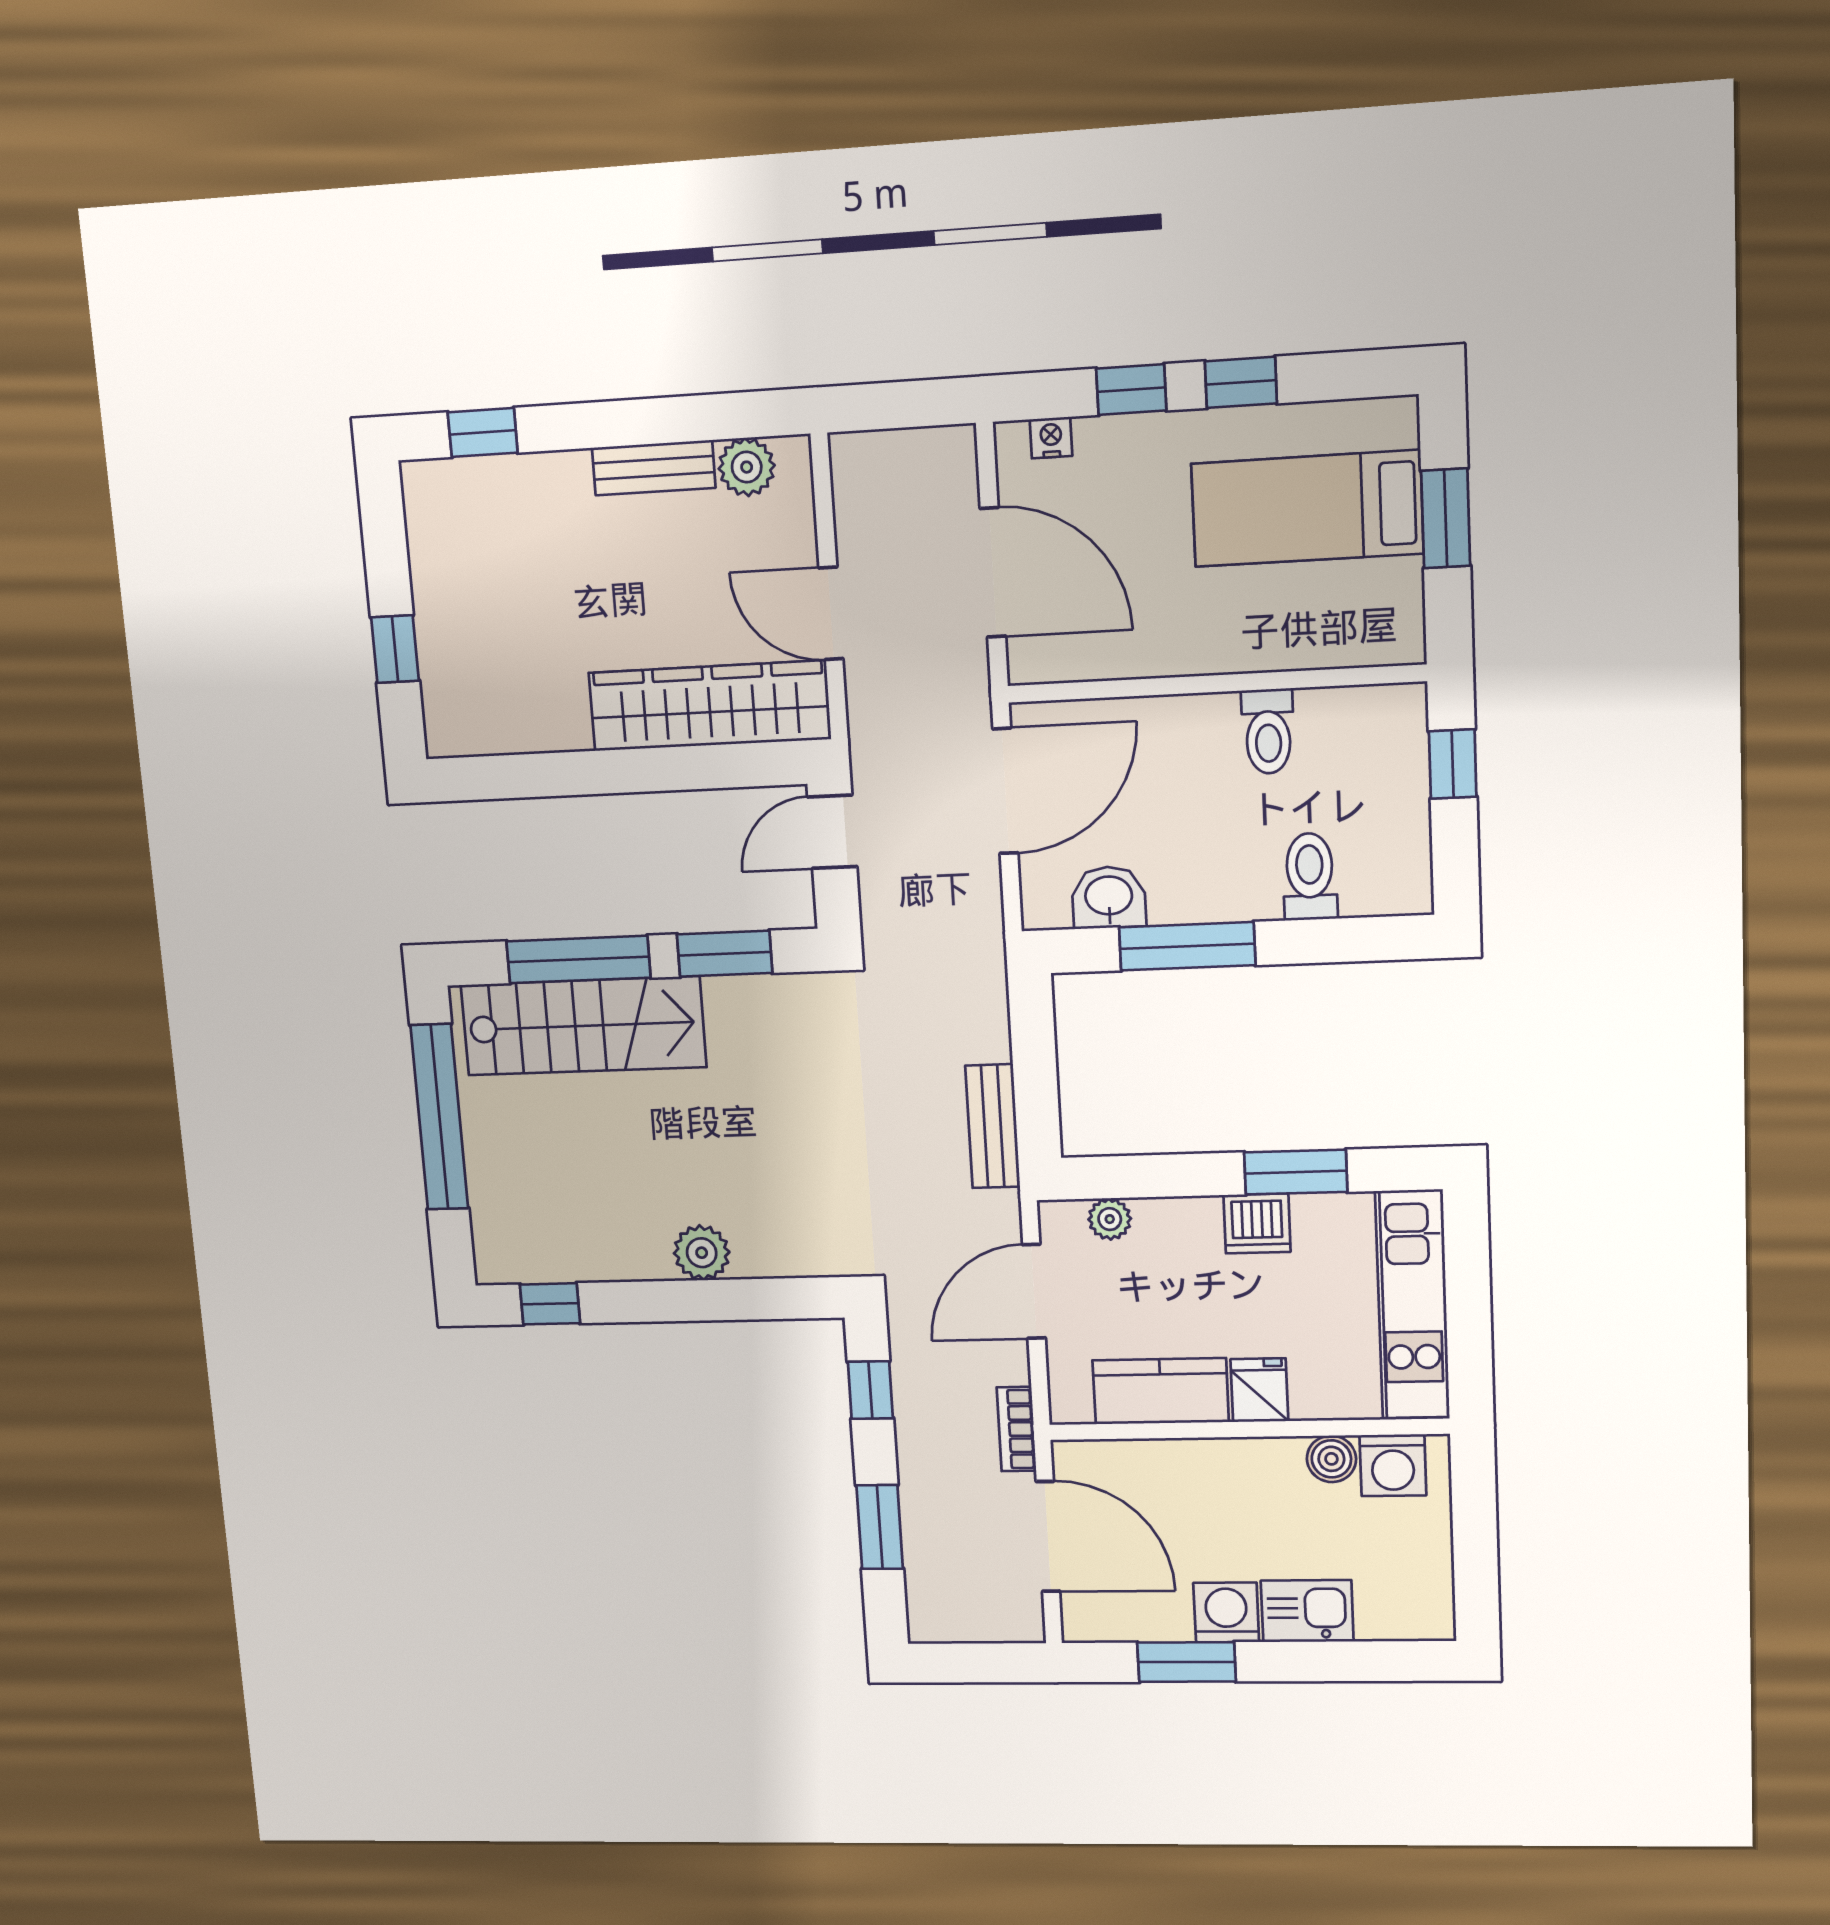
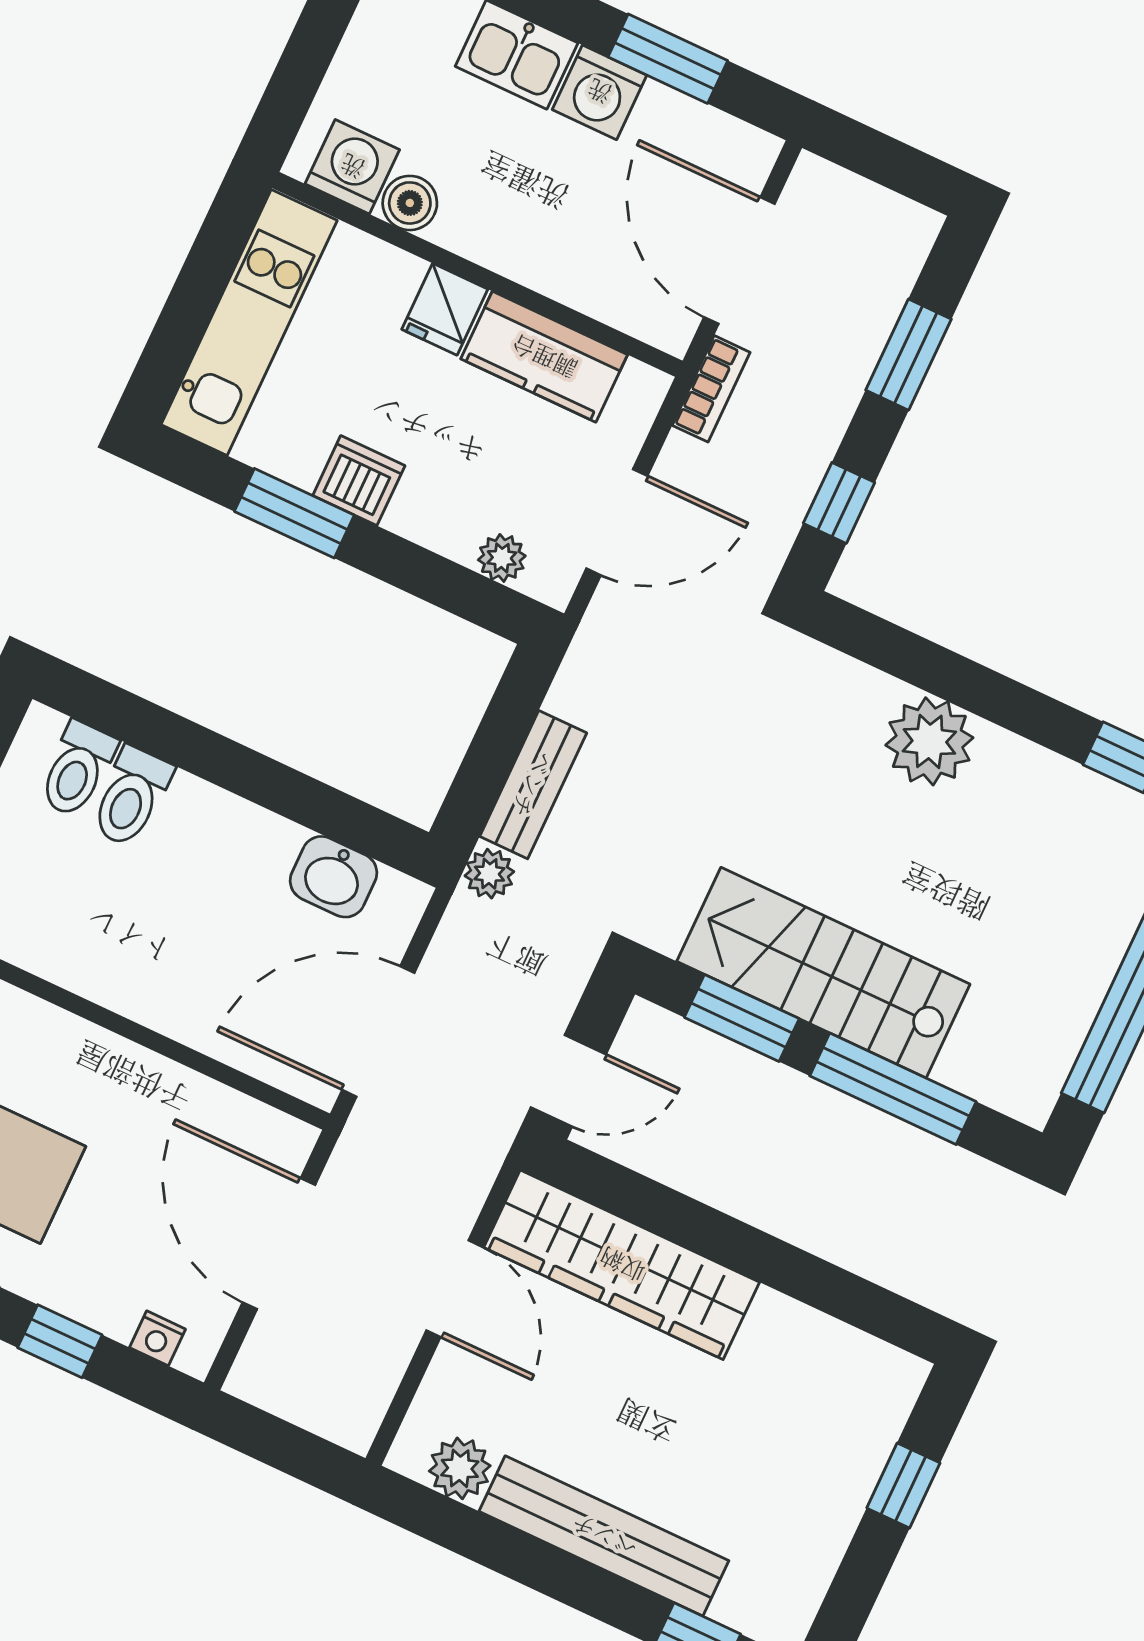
bench: (654, 468) -> (604, 1536), width x1.86, depth x1.21
toilet: (1268, 731) -> (77, 769), moved, turned 180
window: (1187, 946) -> (283, 790), removed
plant: (985, 965) -> (489, 874), added
stairs: (583, 1026) -> (823, 973), moved
bench: (993, 1126) -> (533, 785), moved
plant: (702, 1253) -> (929, 741), width x1.36, depth x1.36

